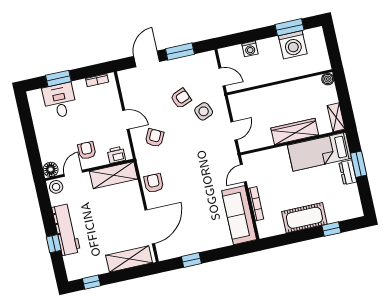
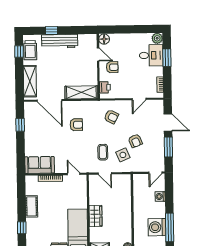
window: (289, 27) -> (170, 227), width x1.44
door: (222, 77) -> (155, 173), moved
plant: (35, 97) -> (157, 38), added
door: (126, 120) -> (139, 99), moved
wardrobe: (295, 131) -> (96, 216), width x0.67
coffee table: (205, 139) -> (103, 152), added
shelving: (114, 175) -> (81, 92), moved, turned 90
armchair: (154, 183) -> (76, 125), moved
stool: (56, 187) -> (91, 40), removed
sofa: (239, 215) -> (40, 165), width x0.73
cot: (304, 218) -> (31, 206), width x0.73, depth x0.75
trolley: (87, 267) -> (30, 50), added

